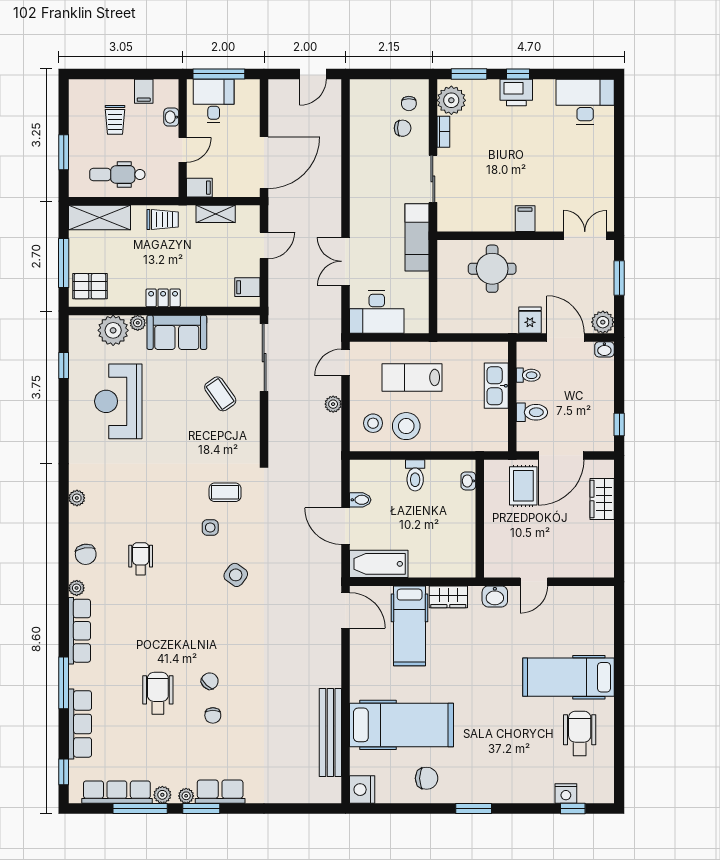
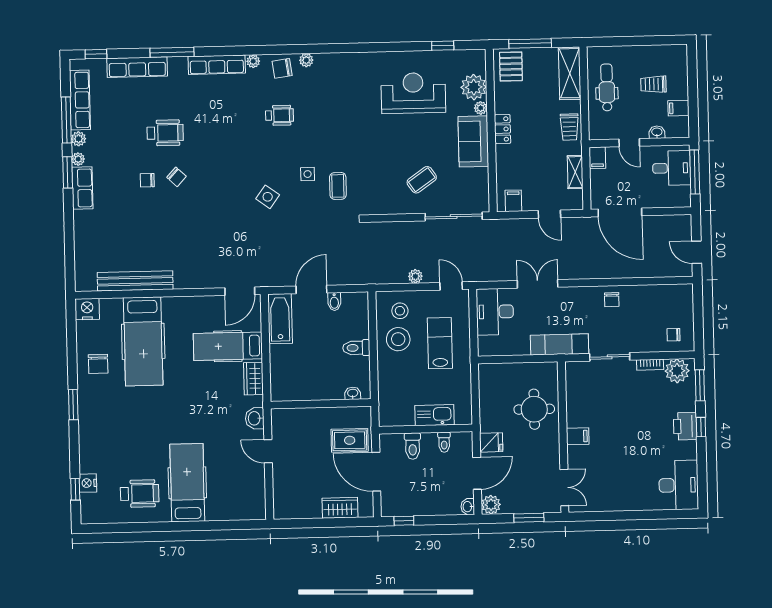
chair: (403, 128) -> (612, 300), moved
window: (64, 152) -> (625, 41), removed
plant: (77, 498) -> (306, 60), moved

